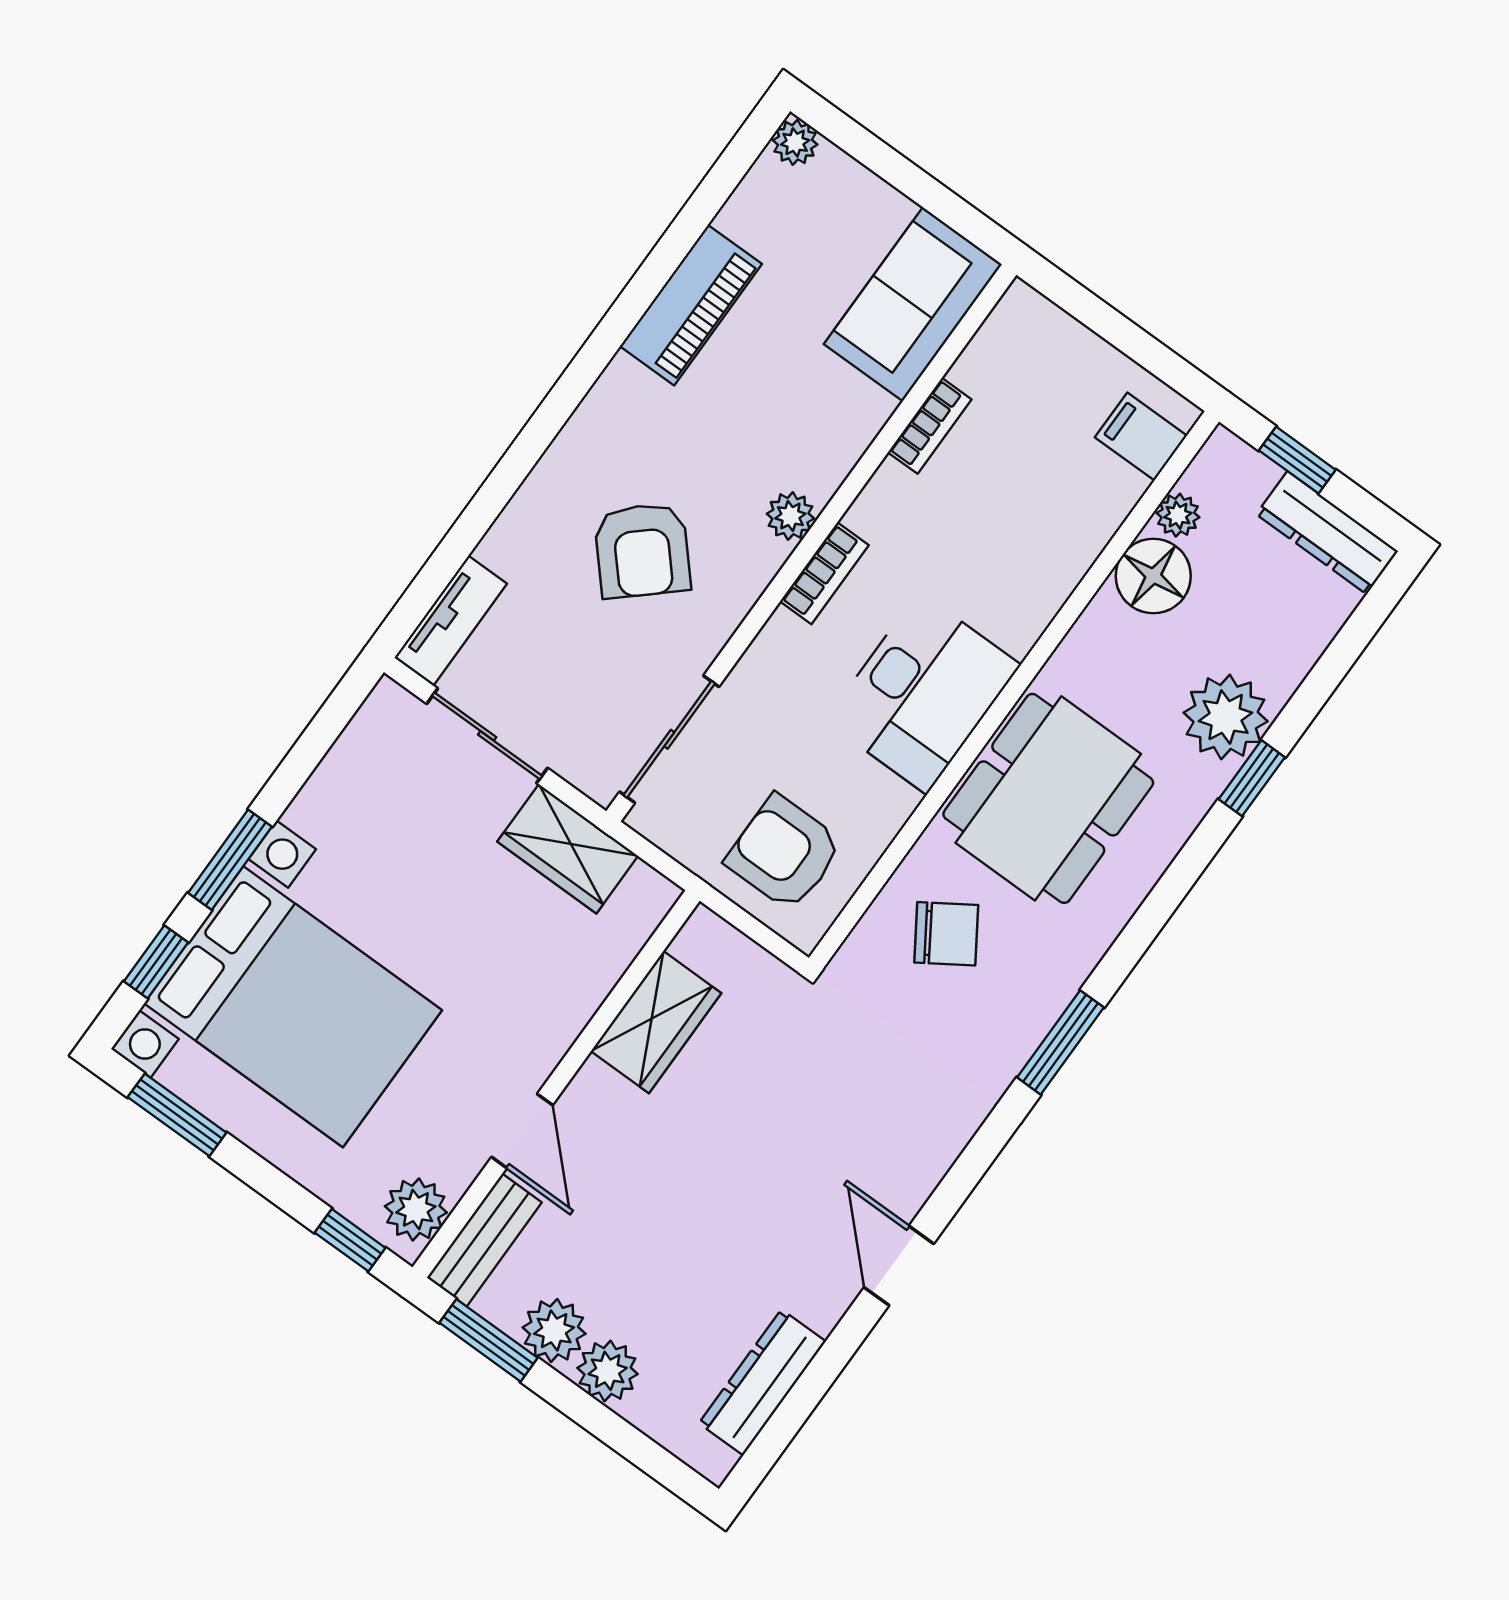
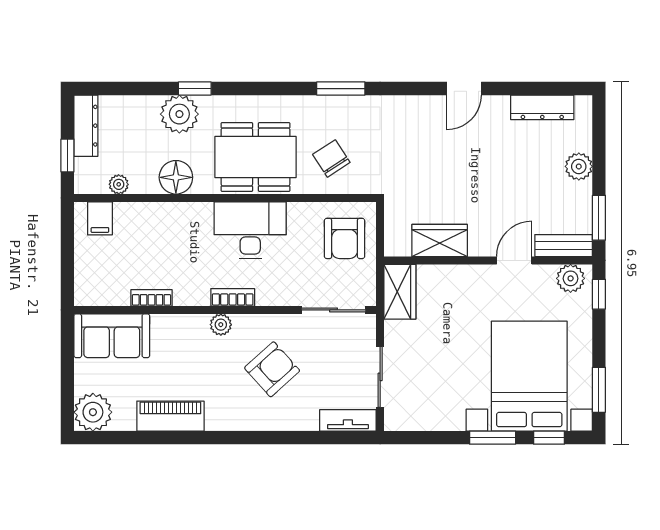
plant: (795, 142) -> (93, 412), width x1.88, depth x1.88
floor lamp: (1153, 576) -> (176, 177), moved
wardrobe: (568, 849) -> (400, 292), moved
plant: (554, 1331) -> (578, 197), removed

